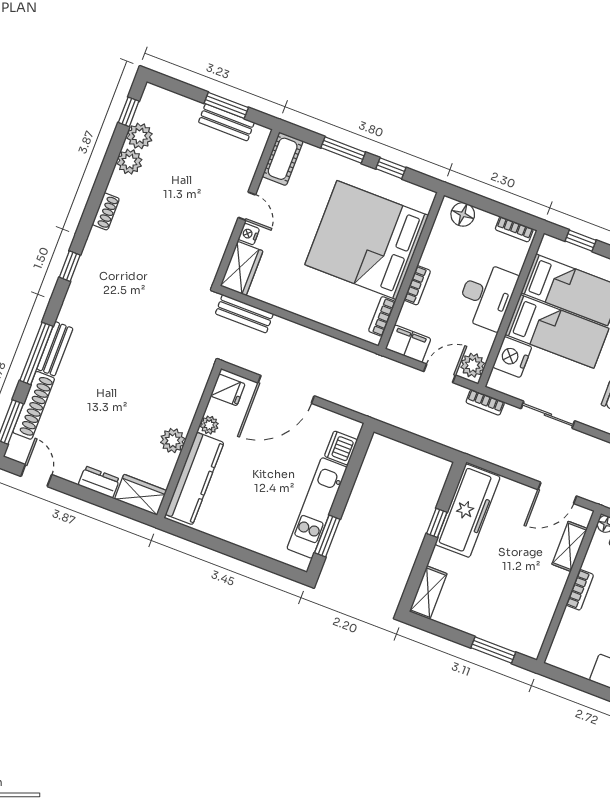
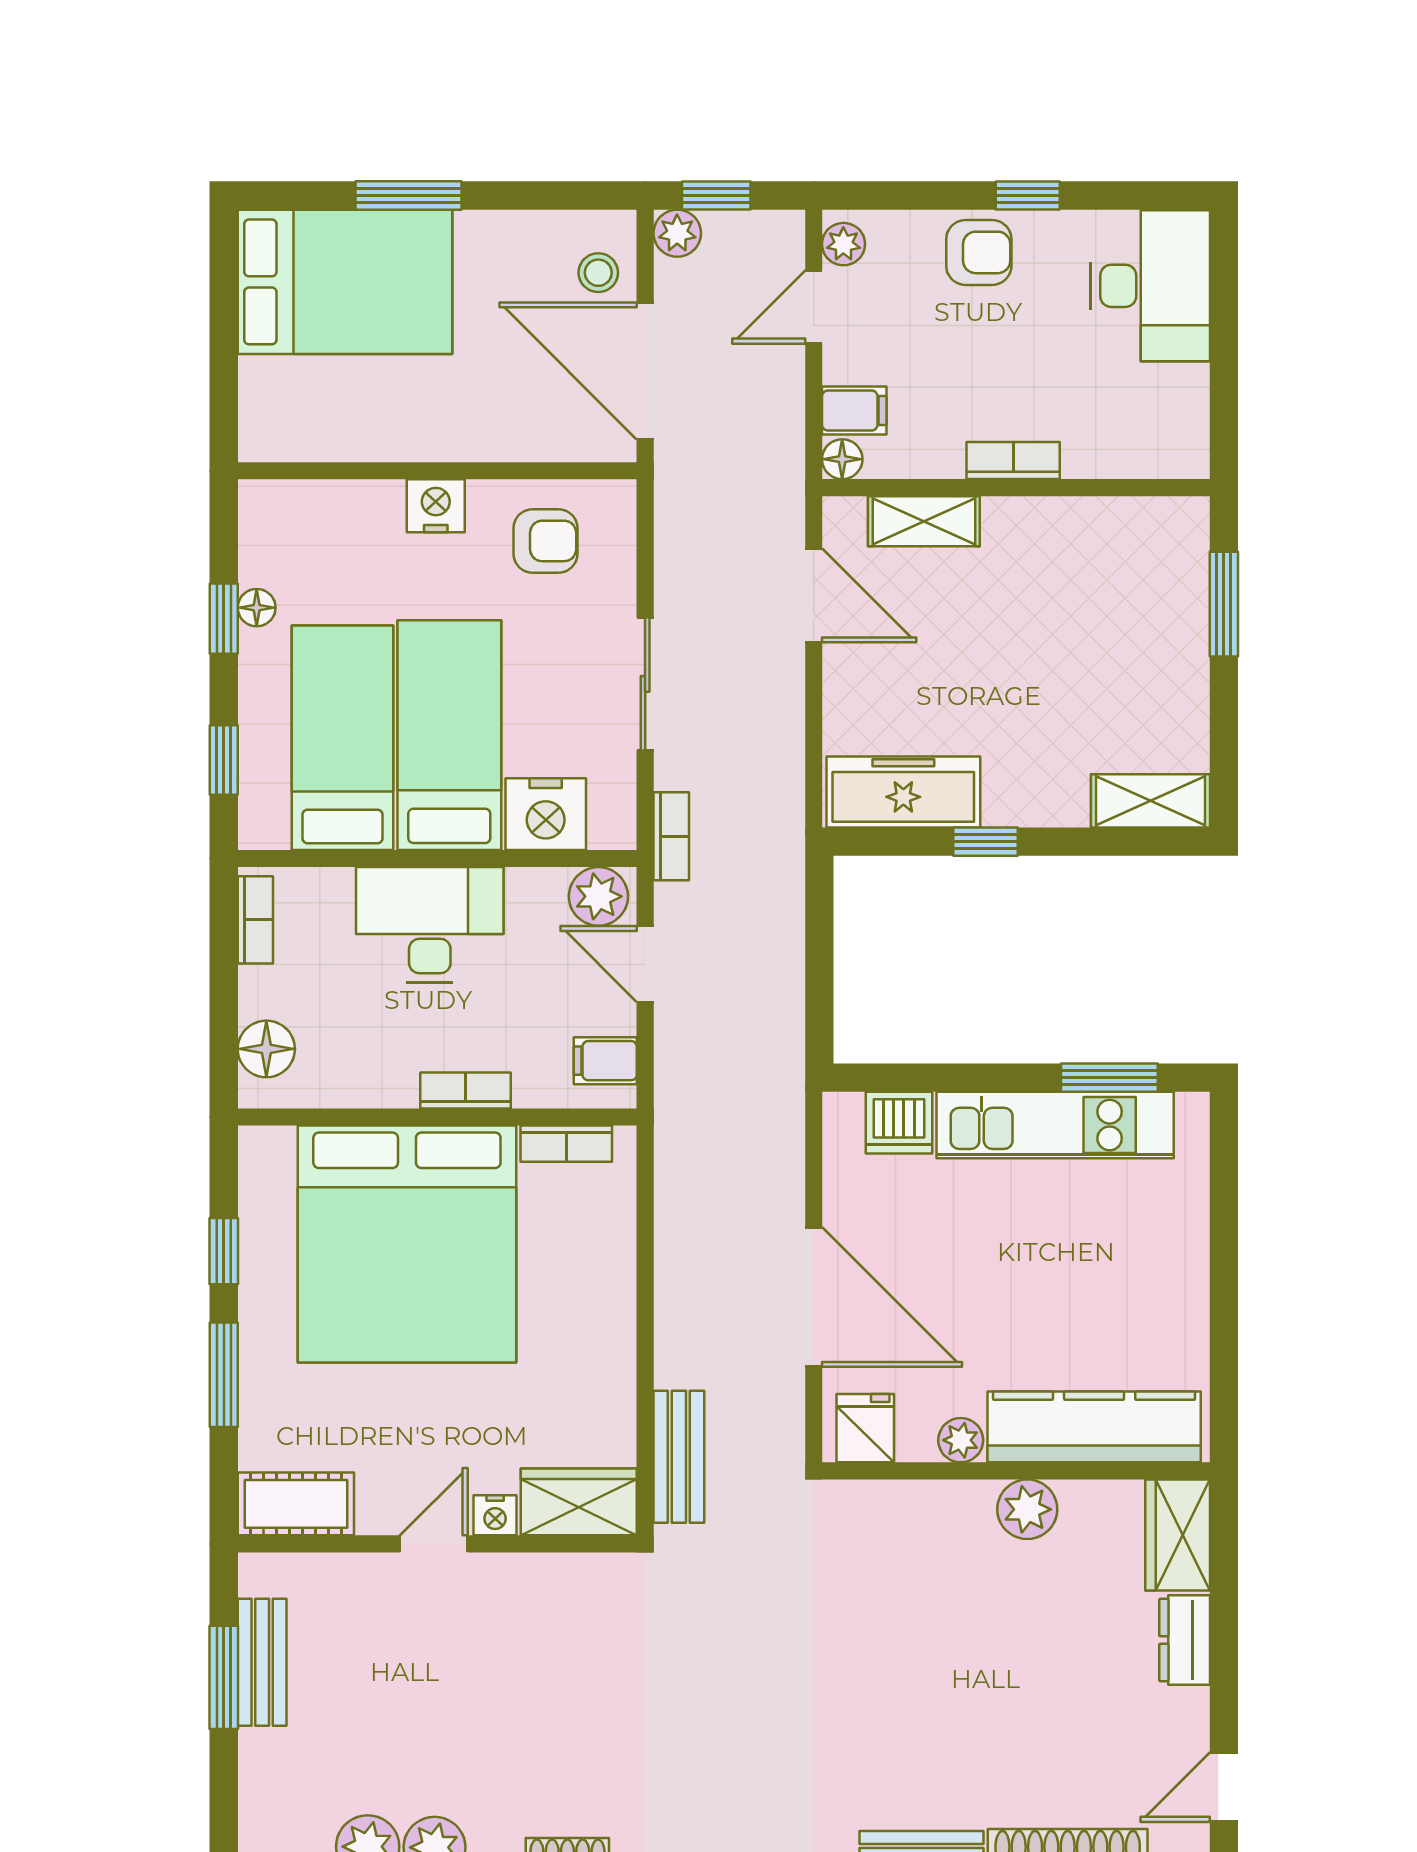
filing cabinet: (408, 344) -> (605, 1061), width x0.50
freezer: (468, 511) -> (903, 792), width x0.73, depth x0.79

